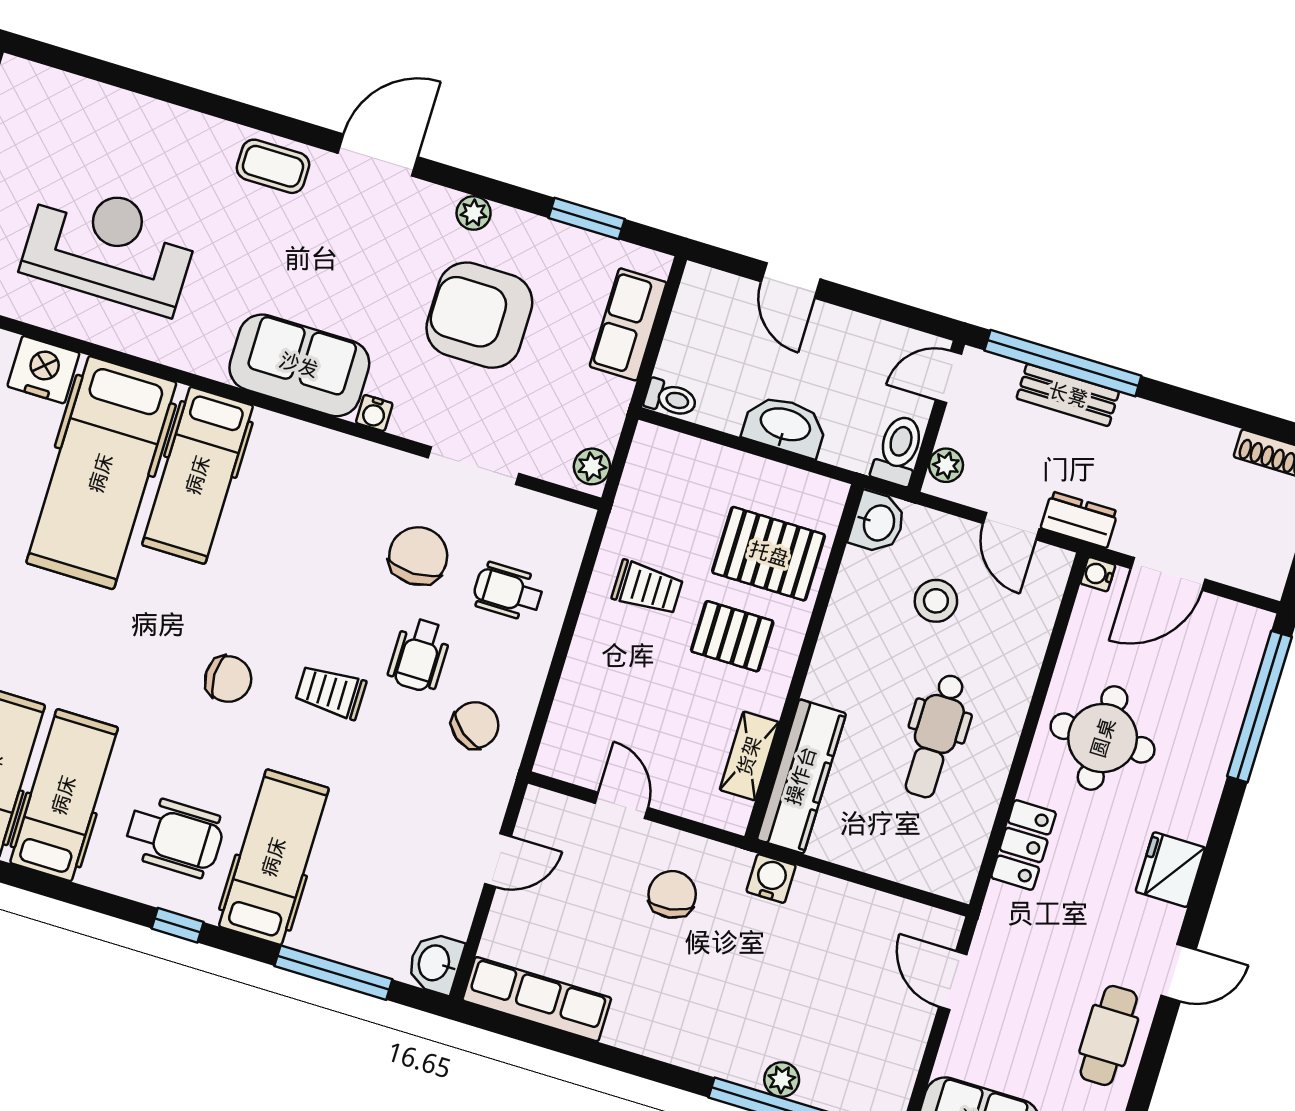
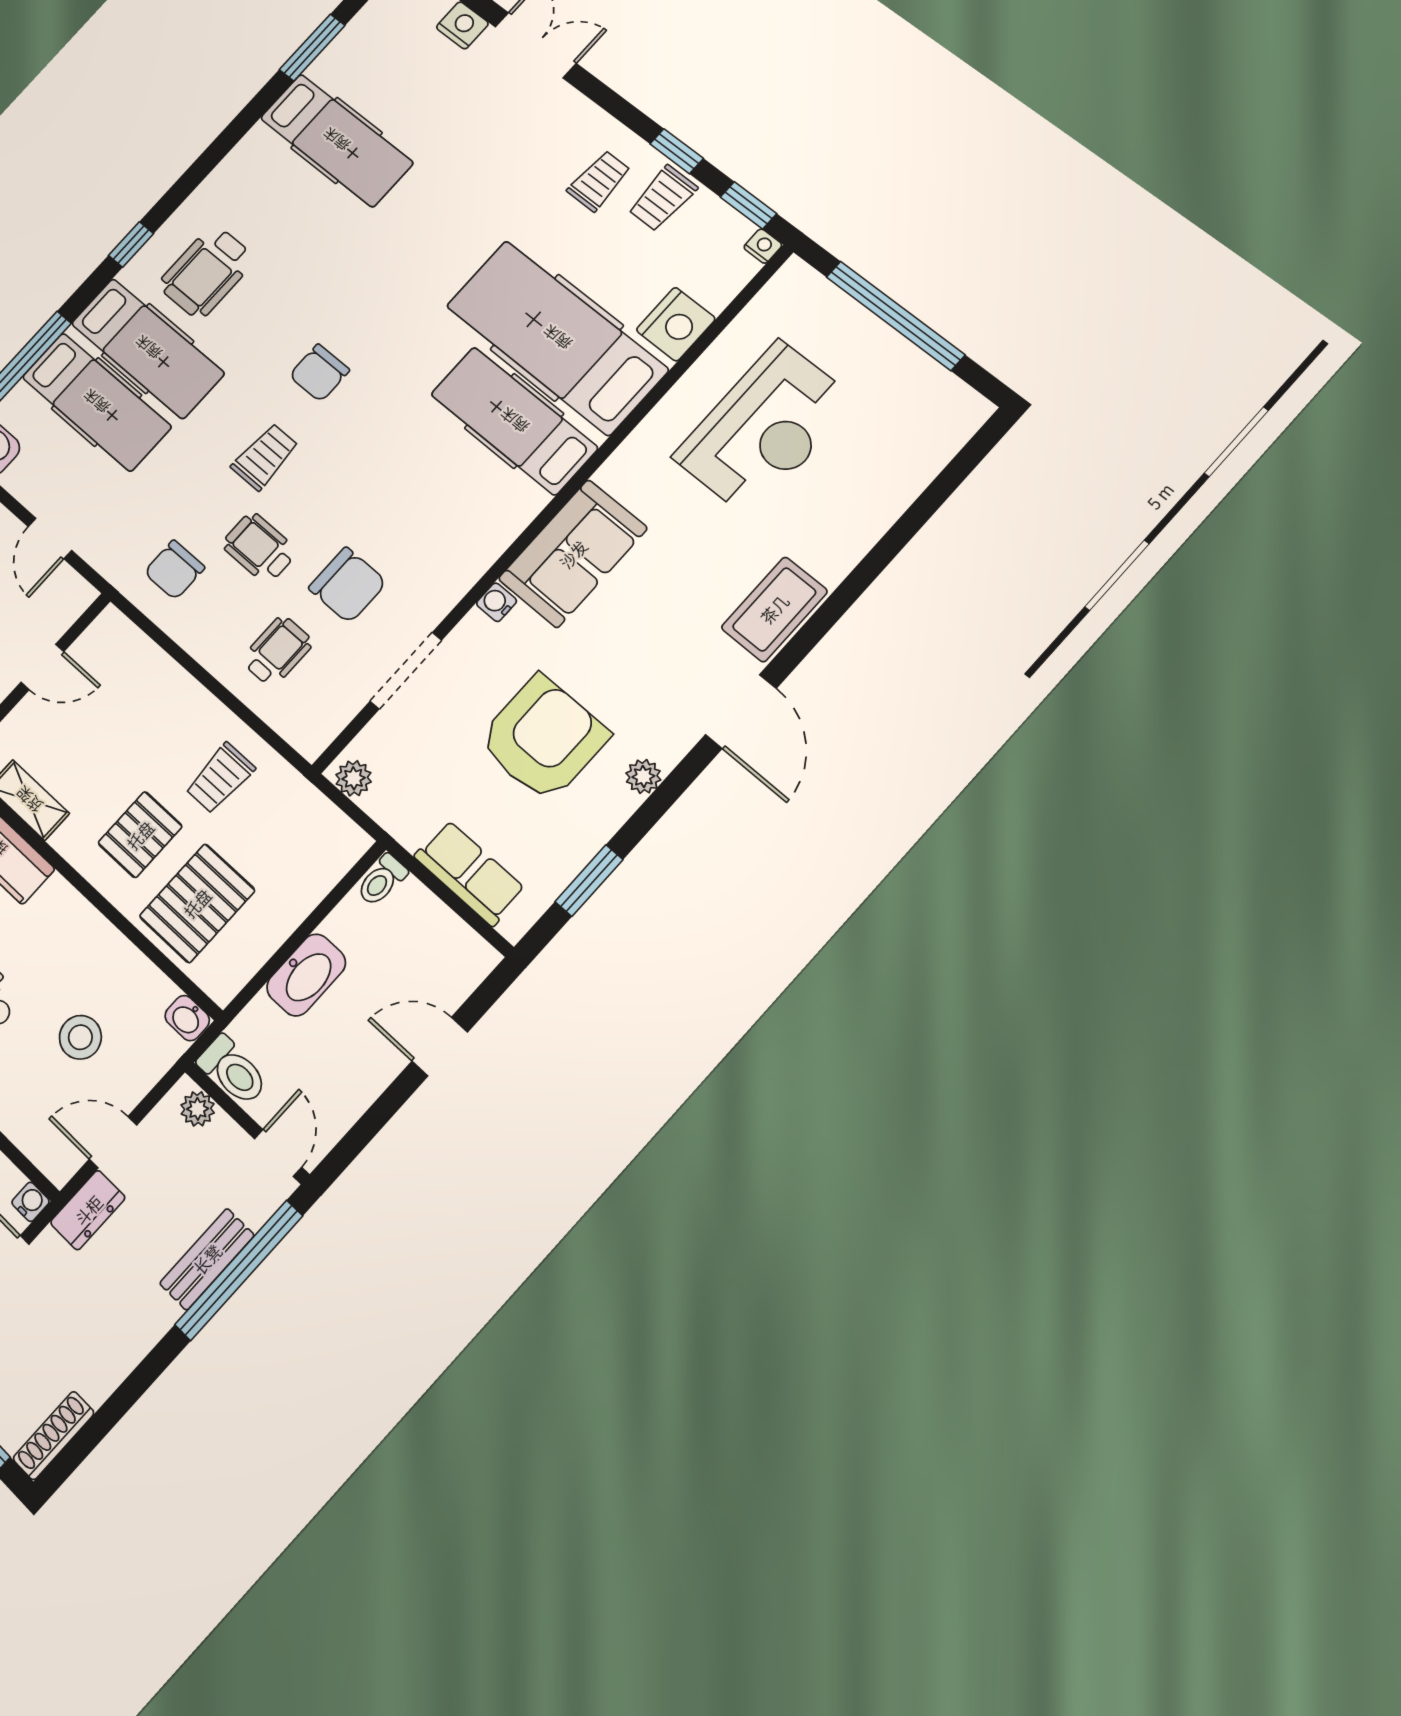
coffee table: (273, 166) -> (774, 609), width x1.36, depth x1.30
washbasin: (878, 523) -> (187, 1018), width x0.72, depth x0.69
chair: (475, 725) -> (174, 570), turned 52
hospital bed: (64, 795) -> (96, 402), moved

